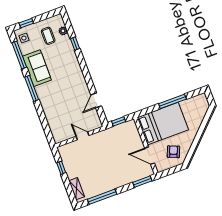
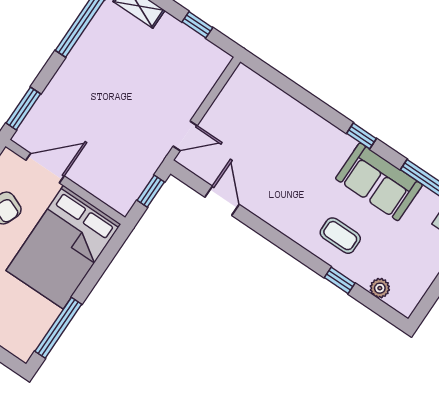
coffee table: (48, 36) -> (340, 236), moved
window: (32, 88) -> (361, 136), width x0.46
window: (172, 101) -> (58, 328), moved
door: (82, 136) -> (185, 136), moved

